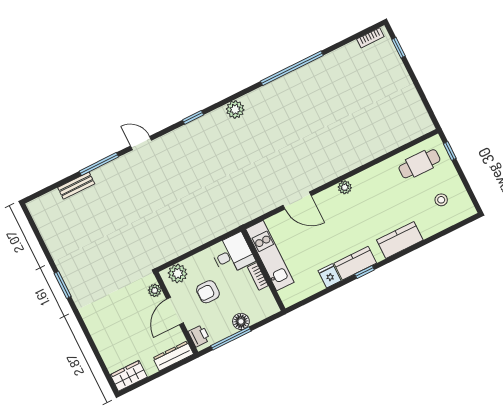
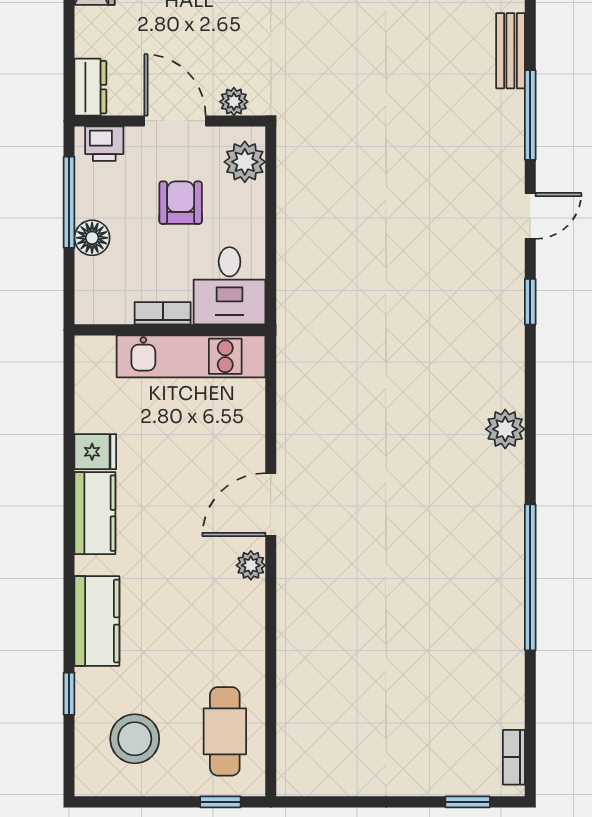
window: (193, 117) -> (530, 302), moved
stool: (441, 200) -> (135, 739), width x1.89, depth x1.89
door: (297, 201) -> (271, 505), moved
window: (365, 272) -> (69, 694), moved
dresser: (173, 356) -> (90, 87), width x0.70

